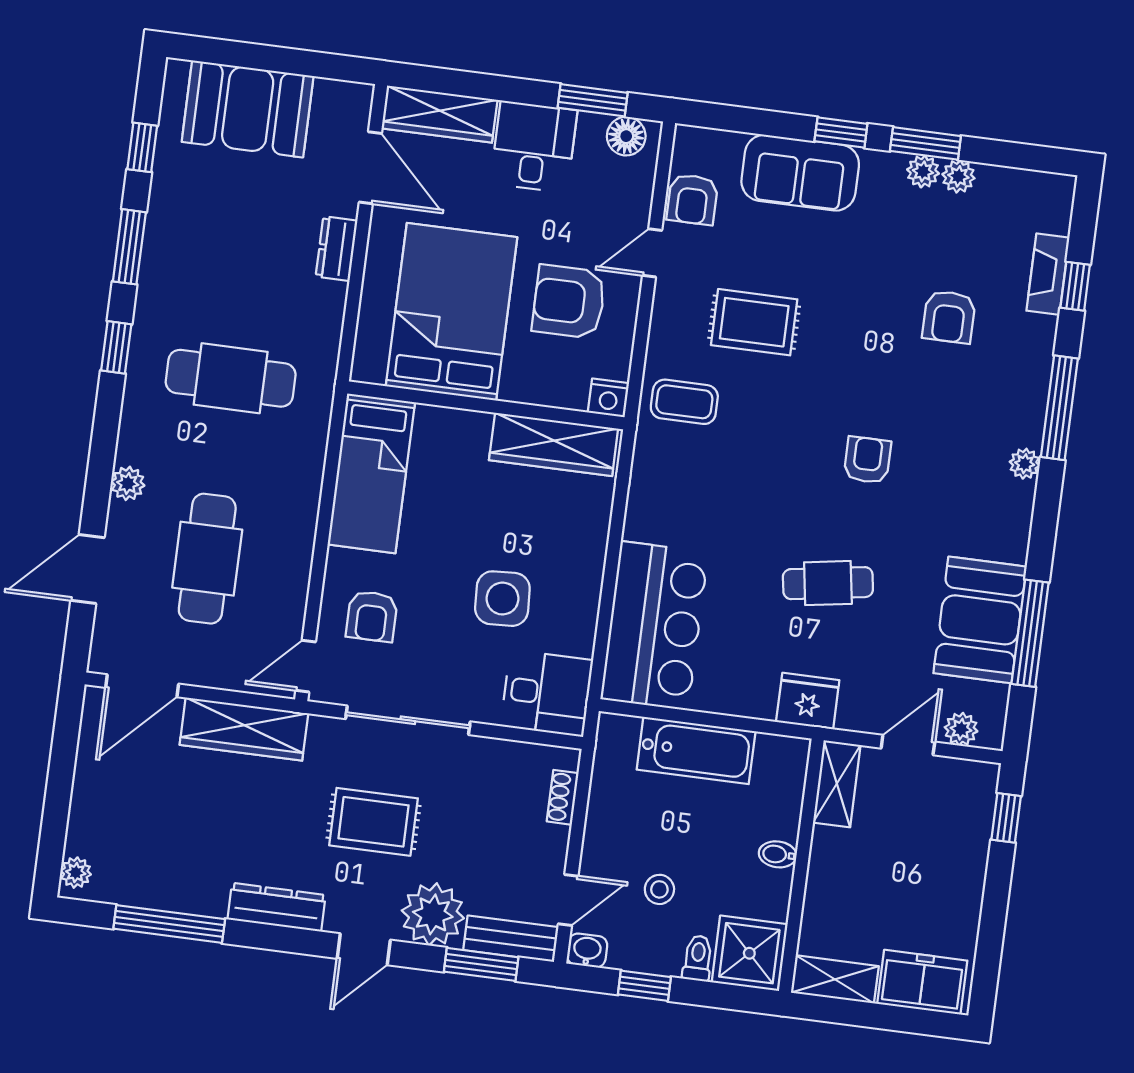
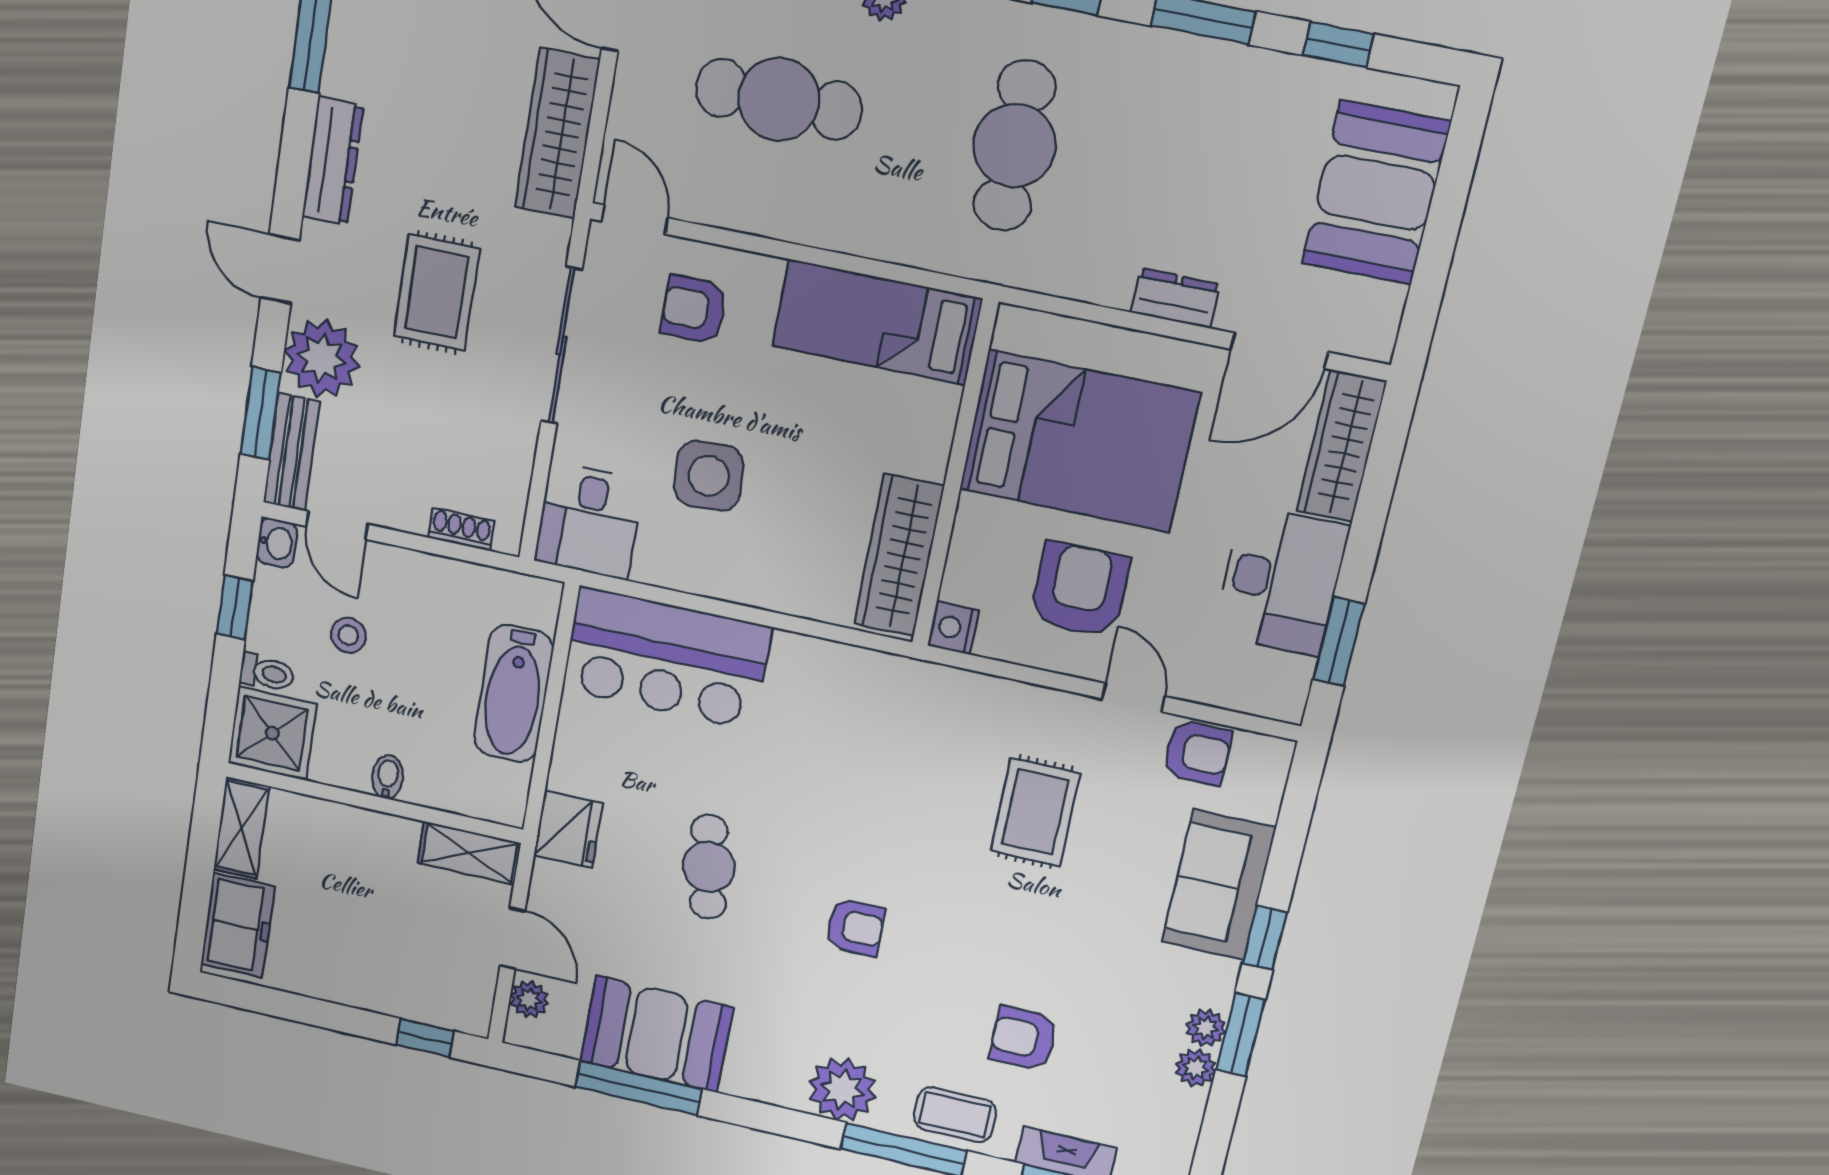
floor lamp: (626, 136) -> (1287, 679), removed
desk: (534, 147) -> (1281, 581), width x1.37
armchair: (692, 199) -> (1197, 753), turned 180
coffee table: (684, 402) -> (955, 1115), moved, turned 90
plant: (1025, 464) -> (842, 1090), width x1.88, depth x1.88

